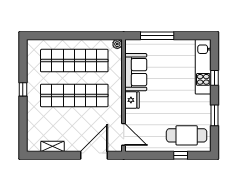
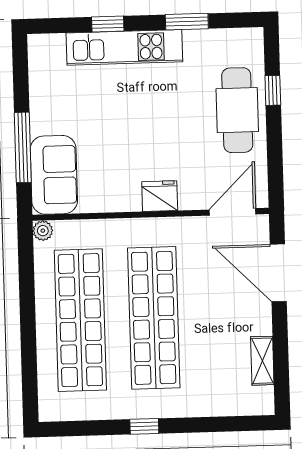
kitchen unit: (203, 67) -> (124, 47), moved
sofa: (136, 72) -> (54, 175), moved, turned 90
cafe table: (187, 135) -> (237, 110), moved

